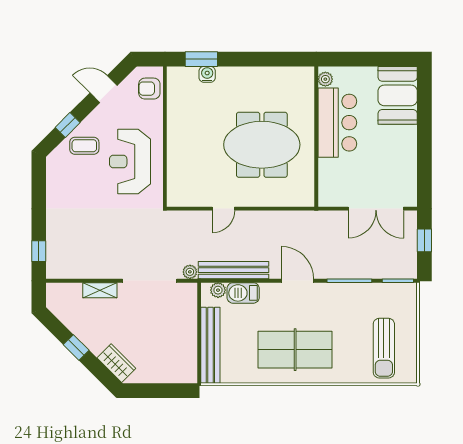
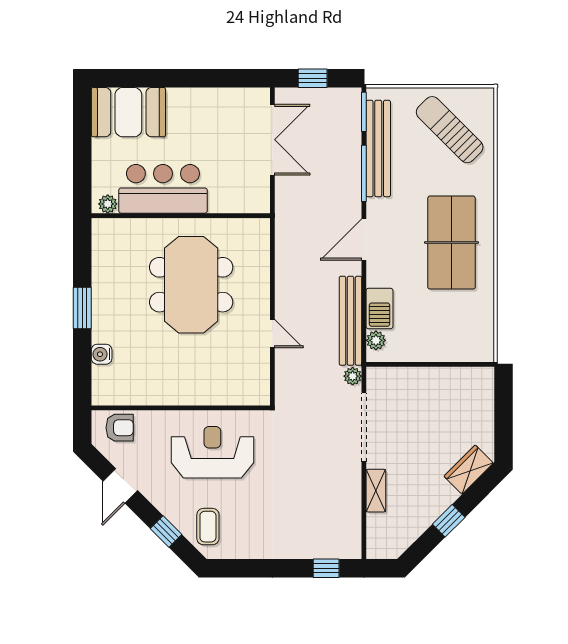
window: (201, 59) -> (82, 308), moved
armchair: (149, 89) -> (120, 428), turned -90
coffee table: (84, 146) -> (208, 527), moved
reception desk: (130, 162) -> (212, 452), turned 180
bench: (210, 345) -> (378, 148), moved, turned 90
sun lounger: (384, 348) -> (450, 130), turned -135

